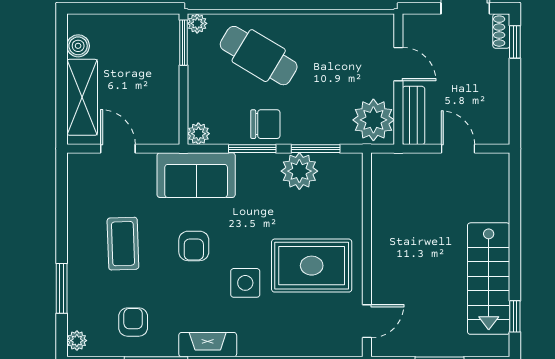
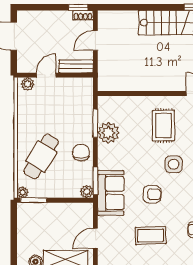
shoe rack: (501, 31) -> (83, 15), moved
window: (515, 42) -> (78, 7), moved
plant: (373, 120) -> (28, 84), moved, width x0.53, depth x0.53
window: (252, 149) -> (95, 181), moved
rug: (312, 266) -> (163, 126), width x0.73, depth x0.70

